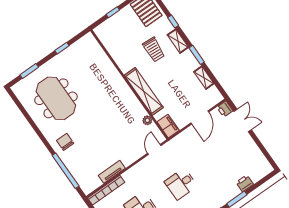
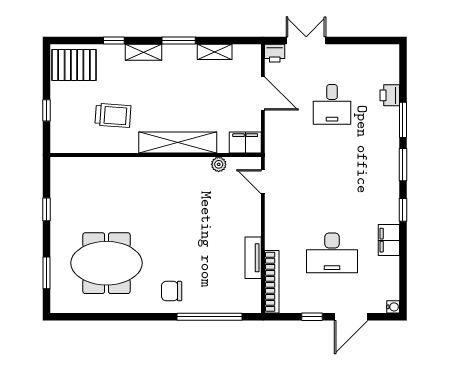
trolley: (154, 50) -> (113, 115), moved
desk: (181, 184) -> (332, 104), moved

